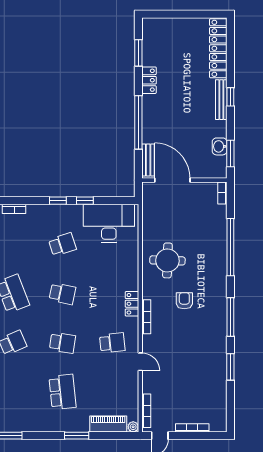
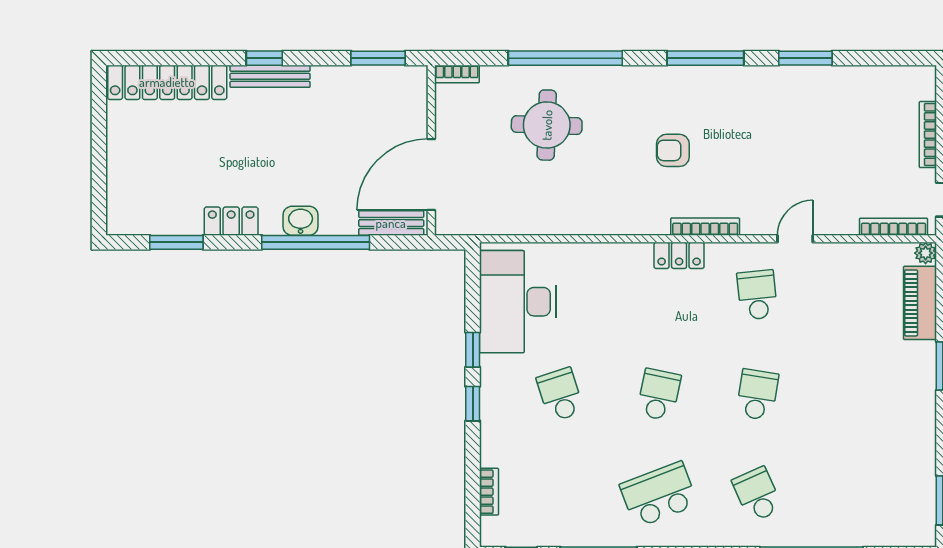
washbasin: (220, 146) -> (301, 221), moved, turned 180
round table: (167, 260) -> (547, 125), moved
school desk: (62, 392) -> (856, 395), removed

